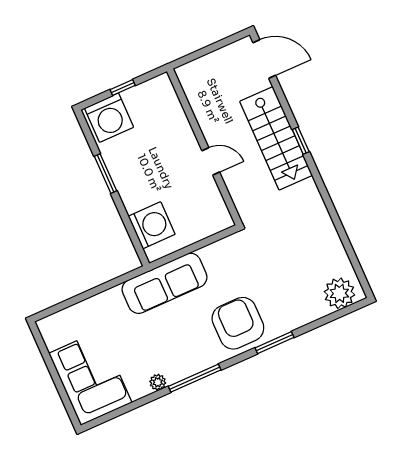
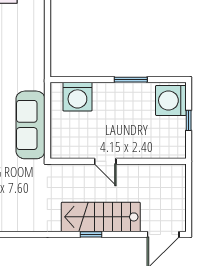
door: (211, 161) -> (105, 161), hinge flipped
sofa: (164, 283) -> (30, 125), moved

